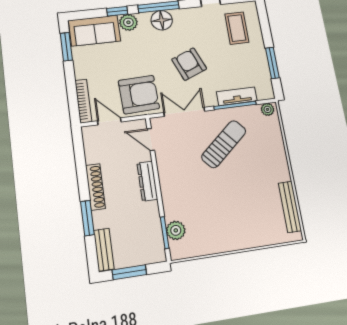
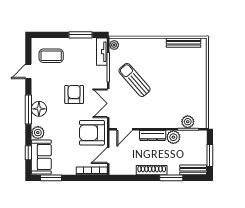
window: (117, 11) -> (28, 153), moved
armchair: (189, 64) -> (74, 94), turned 112
armchair: (139, 95) -> (92, 133), turned -88
tv unit: (237, 96) -> (102, 52), moved
plant: (149, 212) -> (173, 137), added

